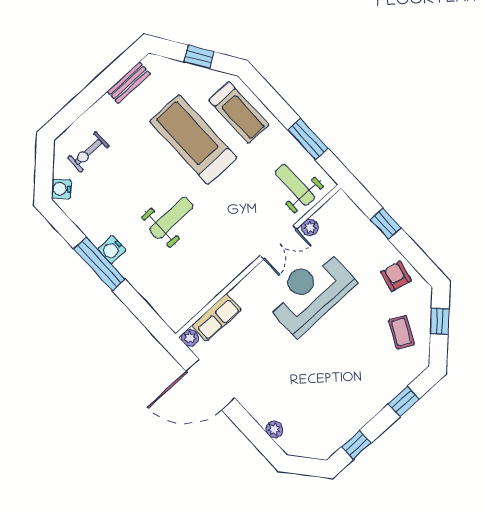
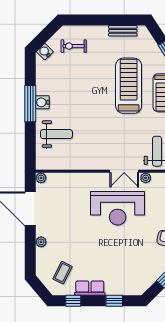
weight bench: (172, 218) -> (56, 134), moved
reception desk: (310, 292) -> (118, 208), turned 180
row of seats: (217, 317) -> (90, 288), moved, turned 180
coffee table: (401, 332) -> (62, 273), moved
plant: (274, 429) -> (41, 242), moved

